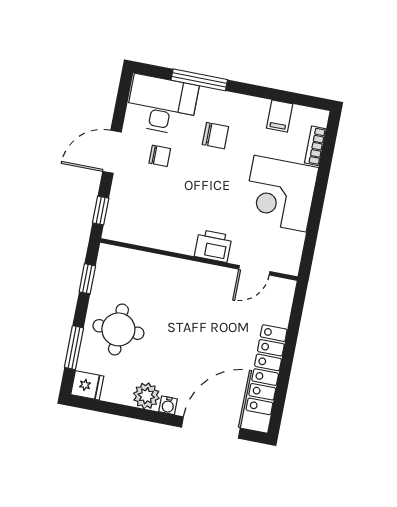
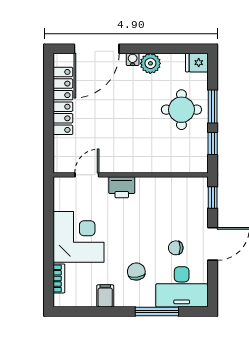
filing cabinet: (280, 116) -> (105, 296), moved
chair: (215, 136) -> (136, 272), turned 82
window: (74, 348) -> (213, 106), moved

